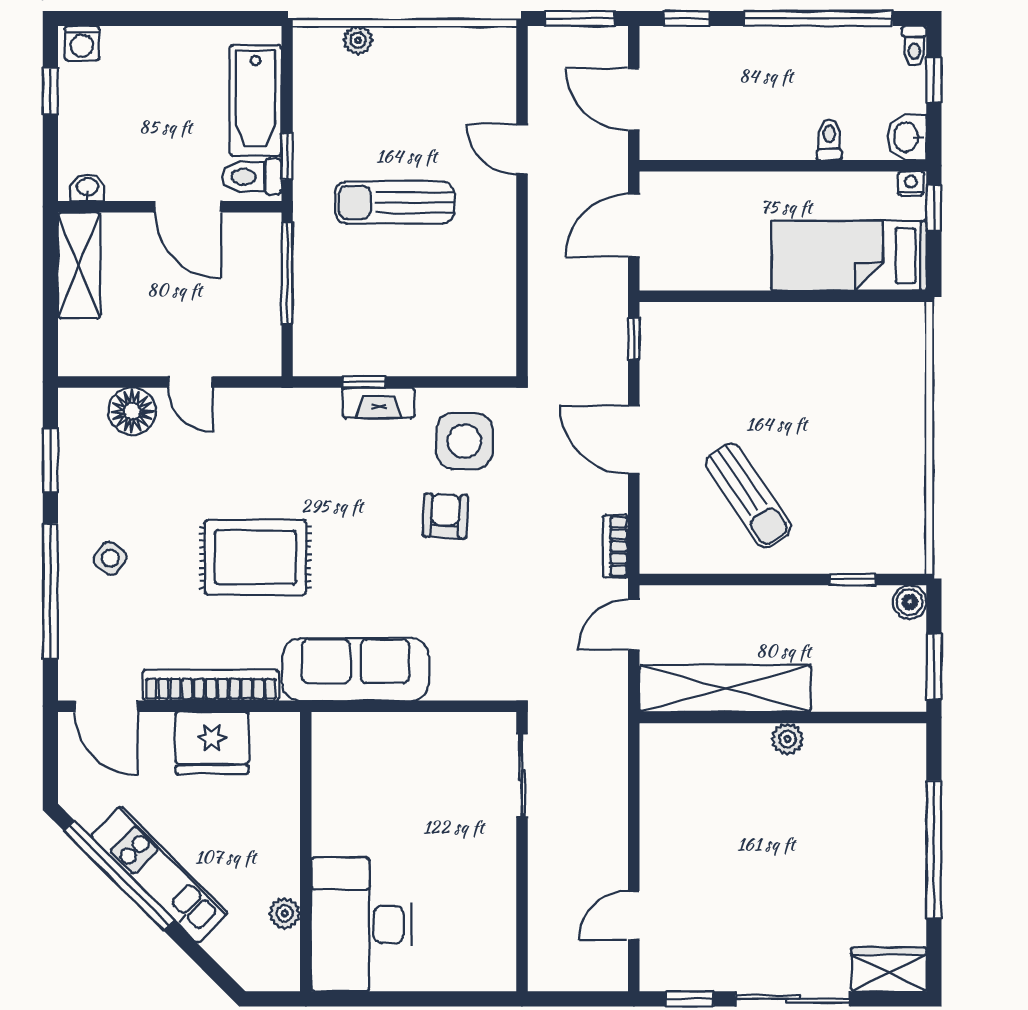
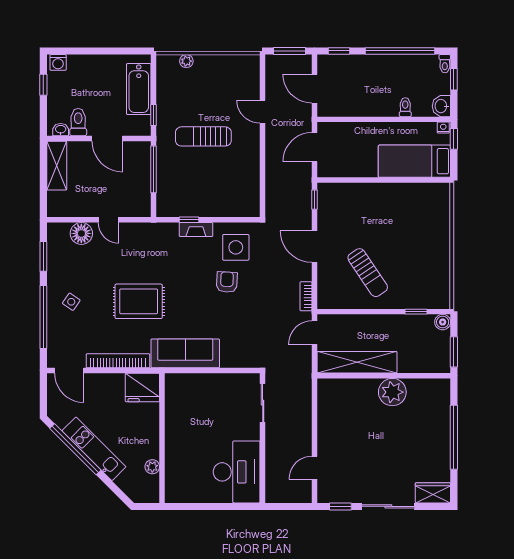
toilet: (252, 177) -> (78, 122), moved, turned 90
plant: (787, 739) -> (392, 392), width x1.88, depth x1.88
fridge: (212, 743) -> (142, 388), moved
desk: (361, 924) -> (237, 472), moved, turned 180

